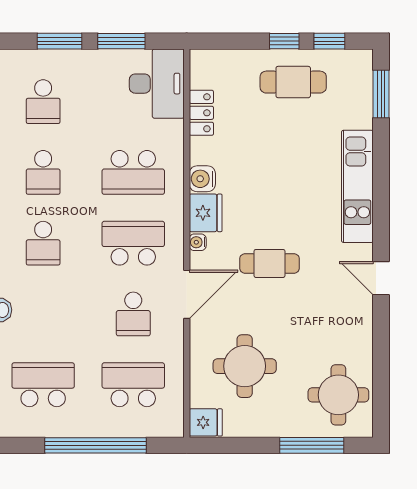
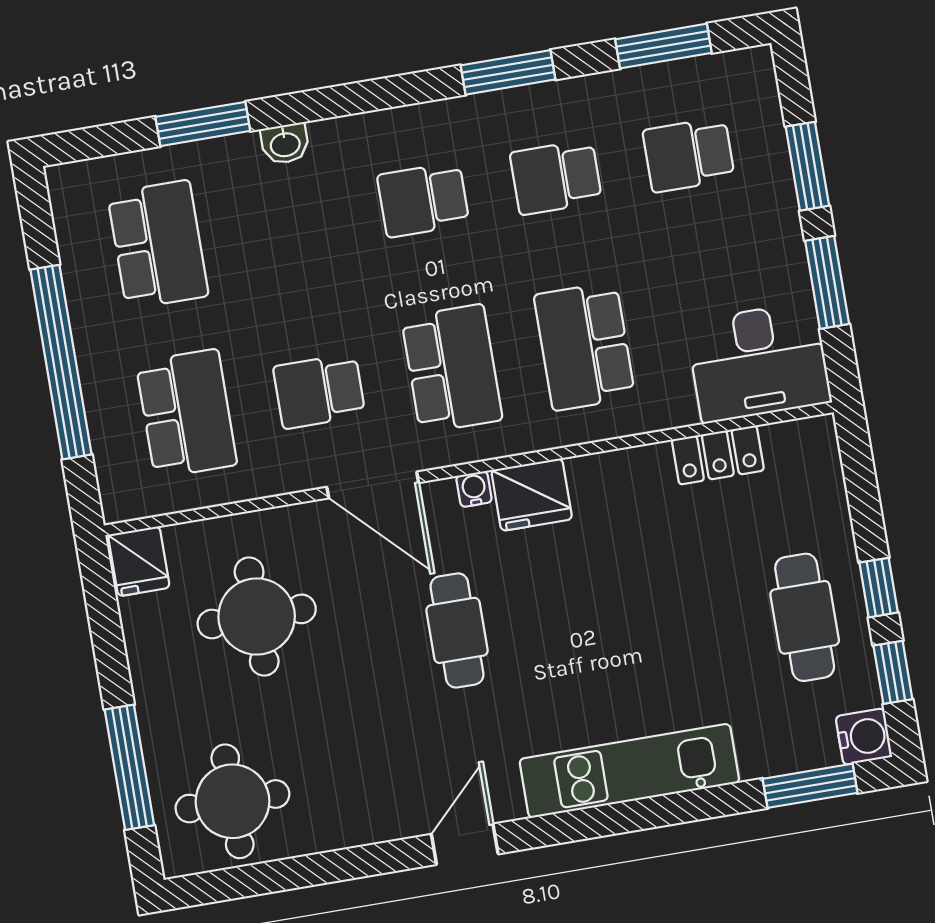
water cooler: (202, 179) -> (864, 737), moved, turned 90

